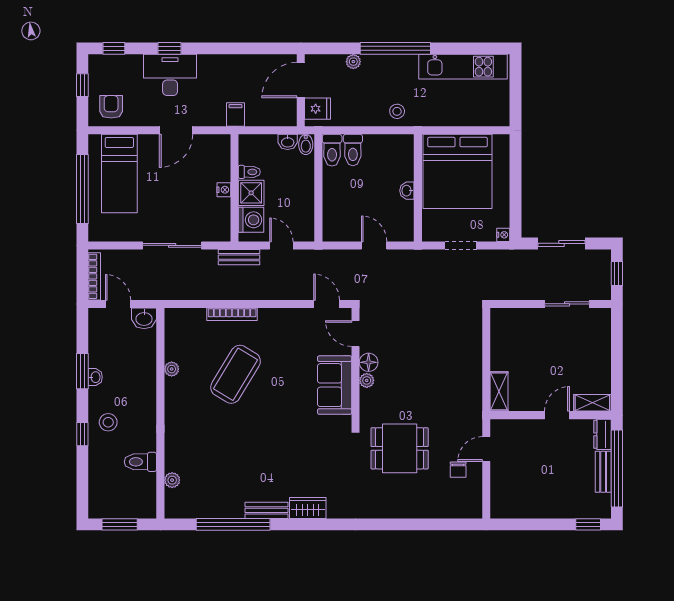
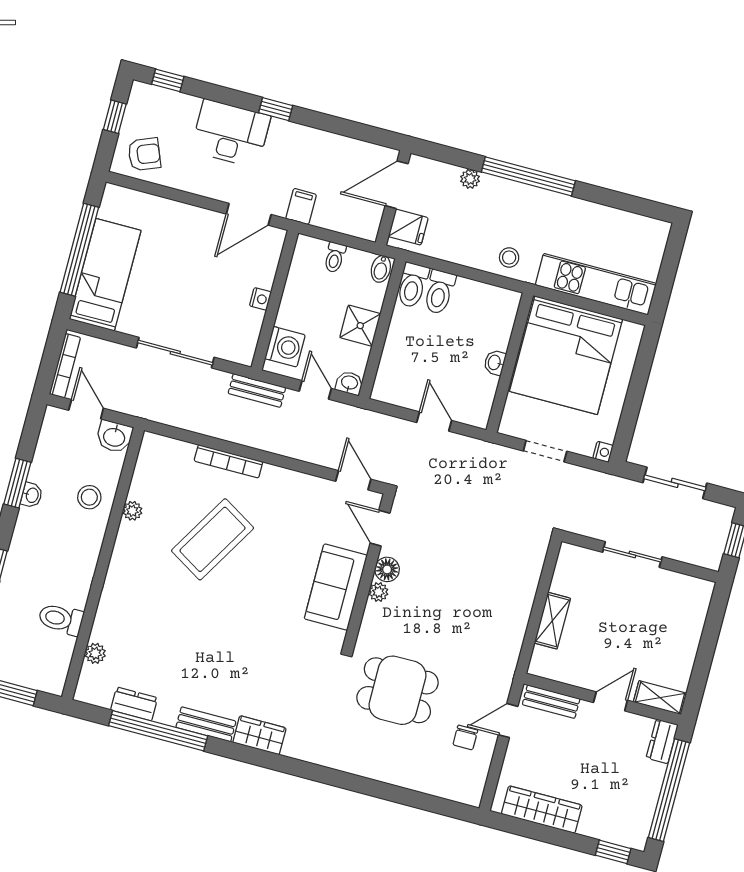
window: (170, 48) -> (276, 109), moved
kitchen unit: (463, 67) -> (596, 284), moved, turned 180
armchair: (111, 107) -> (144, 154), turned 68
door: (176, 130) -> (249, 214), moved
washbasin: (288, 142) -> (349, 383), moved, turned 180
toilet: (249, 172) -> (335, 257), moved, turned 90
bed: (119, 174) -> (105, 275), moved, turned 180
shower: (251, 193) -> (360, 326), moved
sliding door: (567, 304) -> (632, 555), moved
shelving: (499, 391) -> (552, 621), moved
stool: (108, 422) -> (89, 497), moved
bench: (603, 472) -> (551, 702), moved, turned 90
wardrobe: (528, 507) -> (542, 810), added
dresser: (210, 509) -> (134, 704), added

